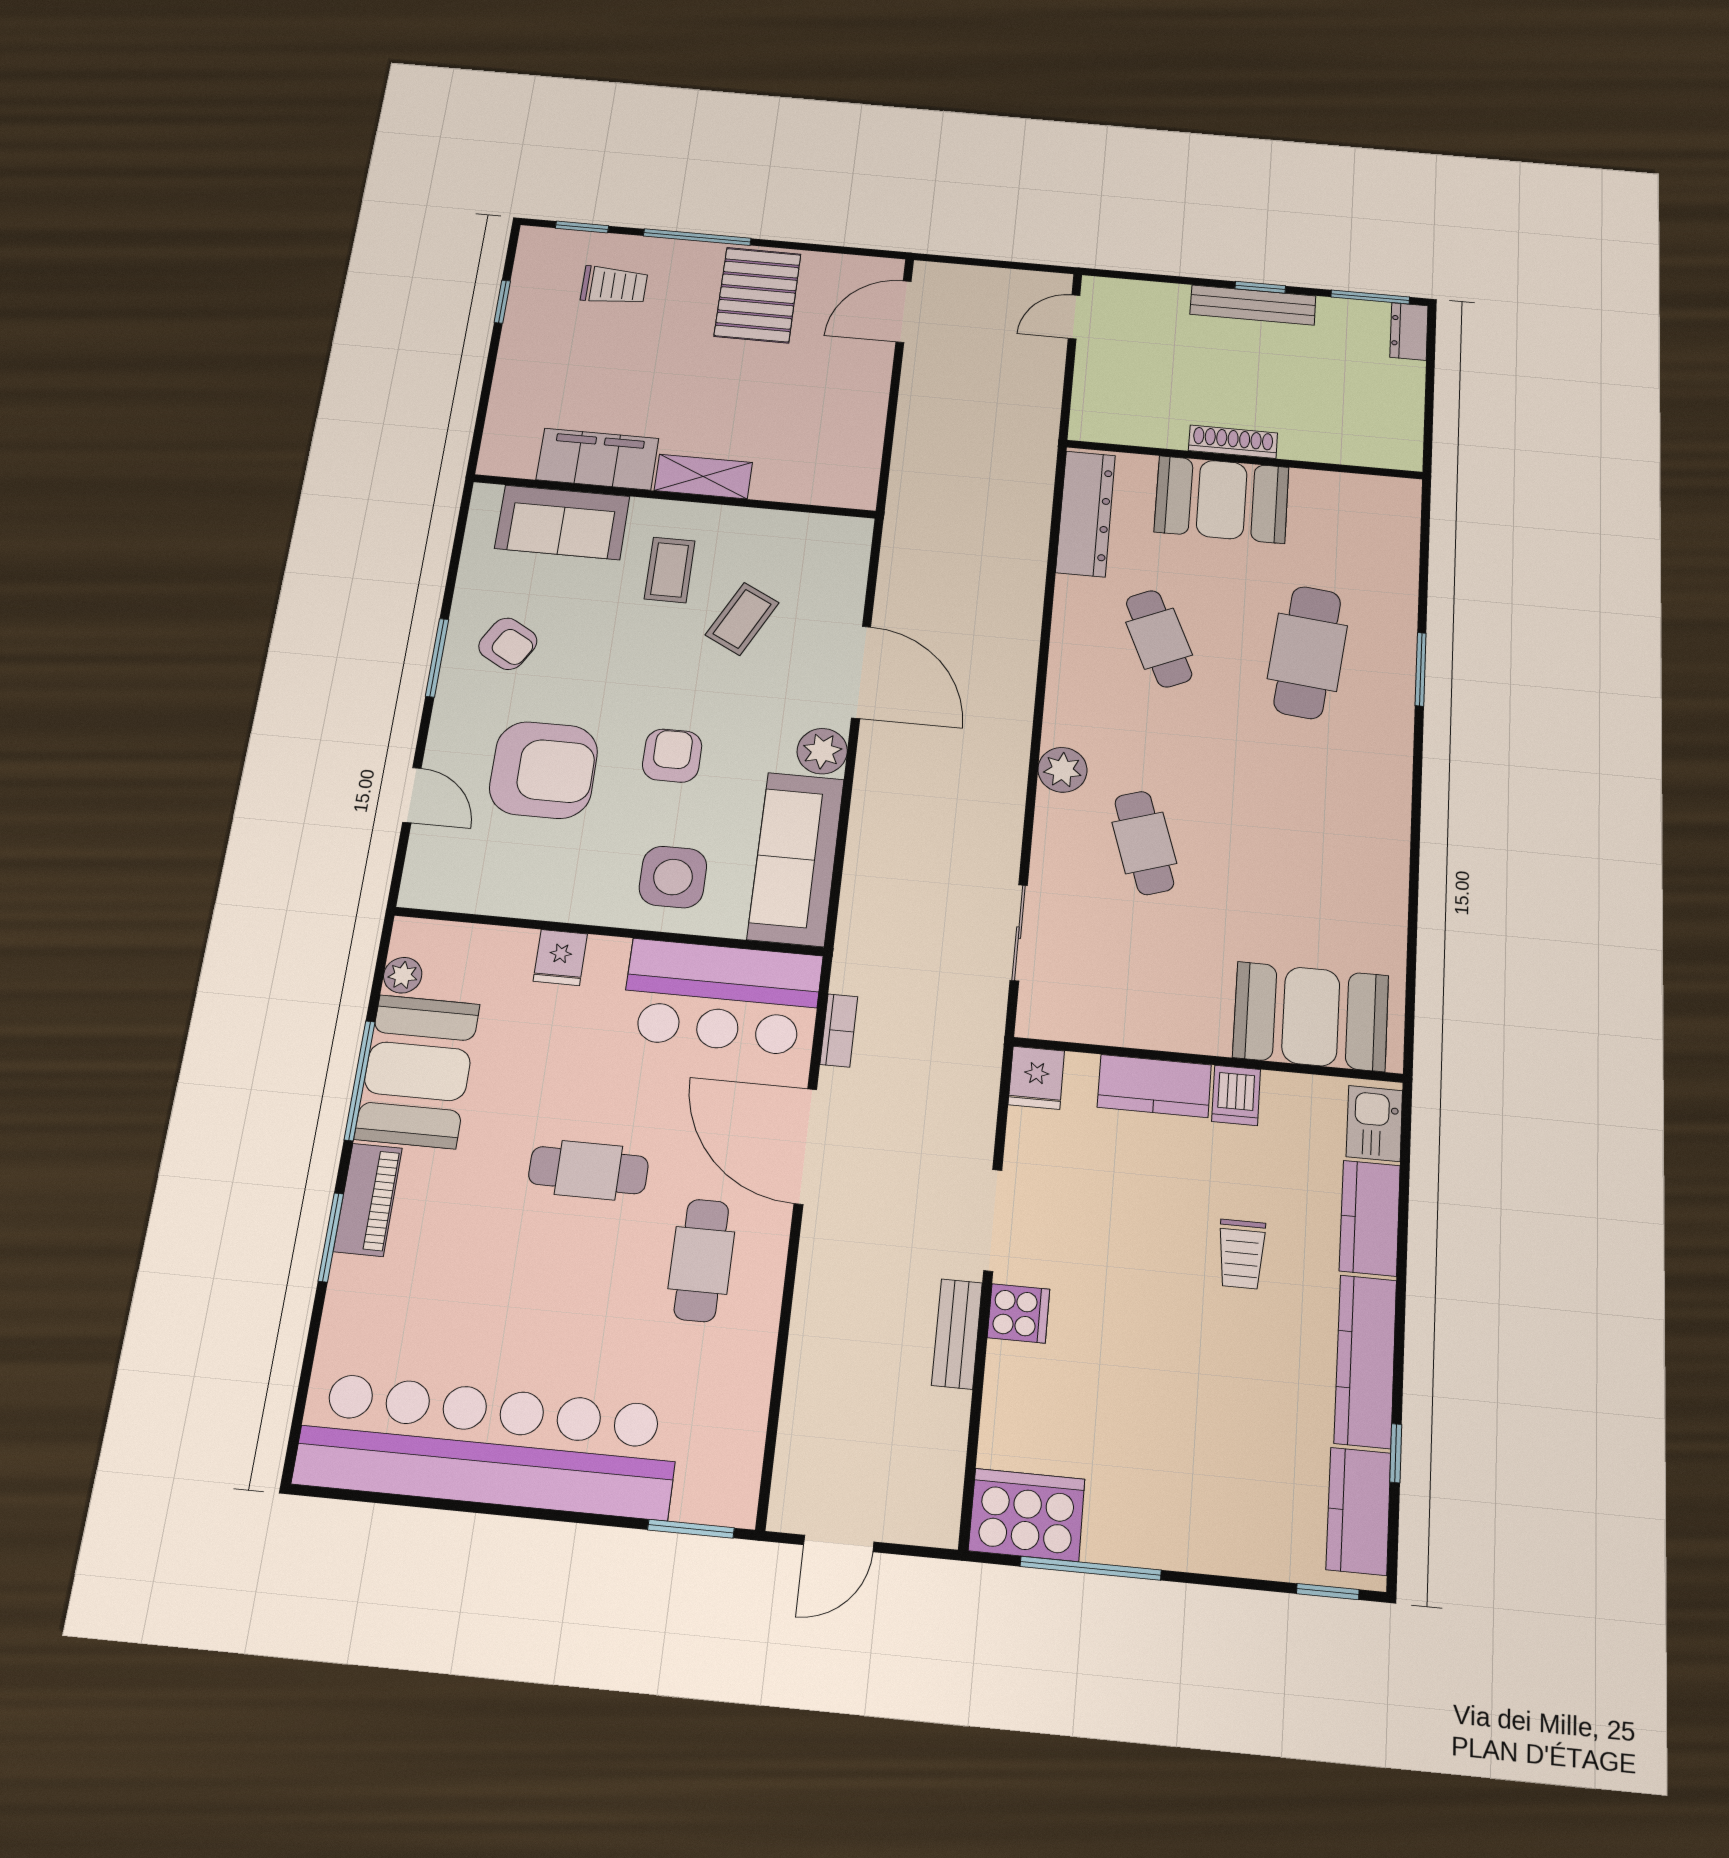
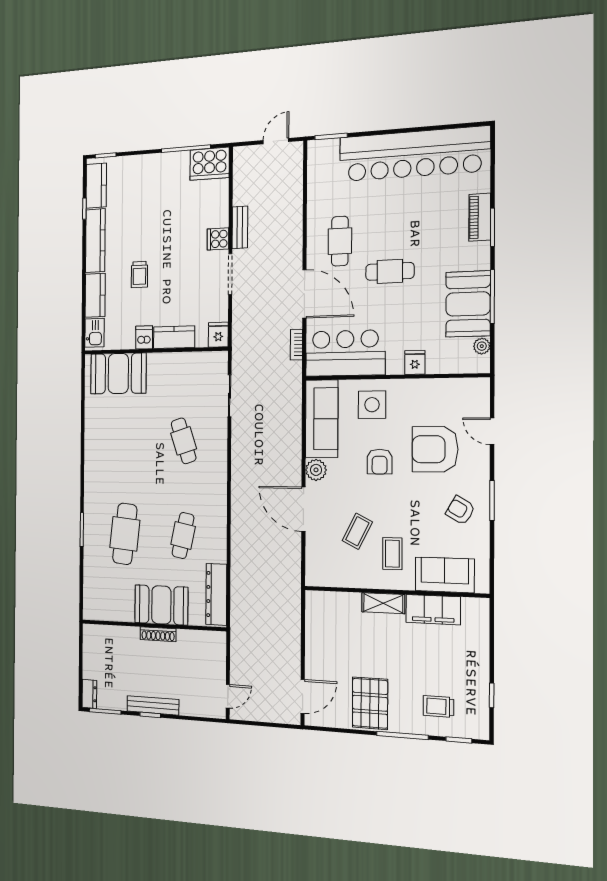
cafe table: (1159, 639) -> (183, 535), turned 36
plant: (1062, 770) -> (218, 471), removed
piano: (368, 1200) -> (480, 217), moved
trolley: (1242, 1254) -> (139, 275), turned 180

